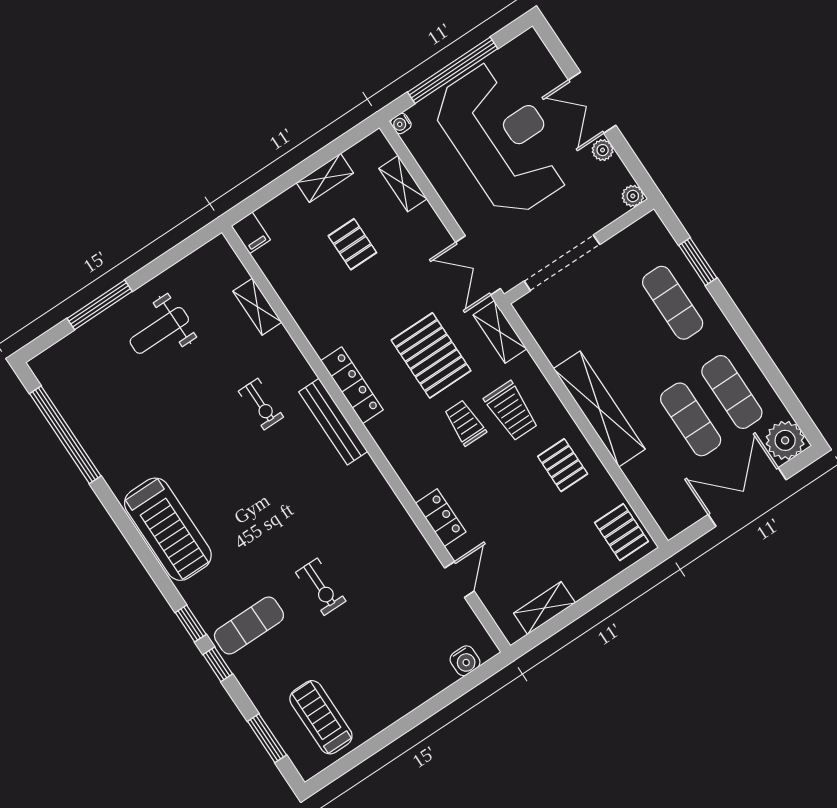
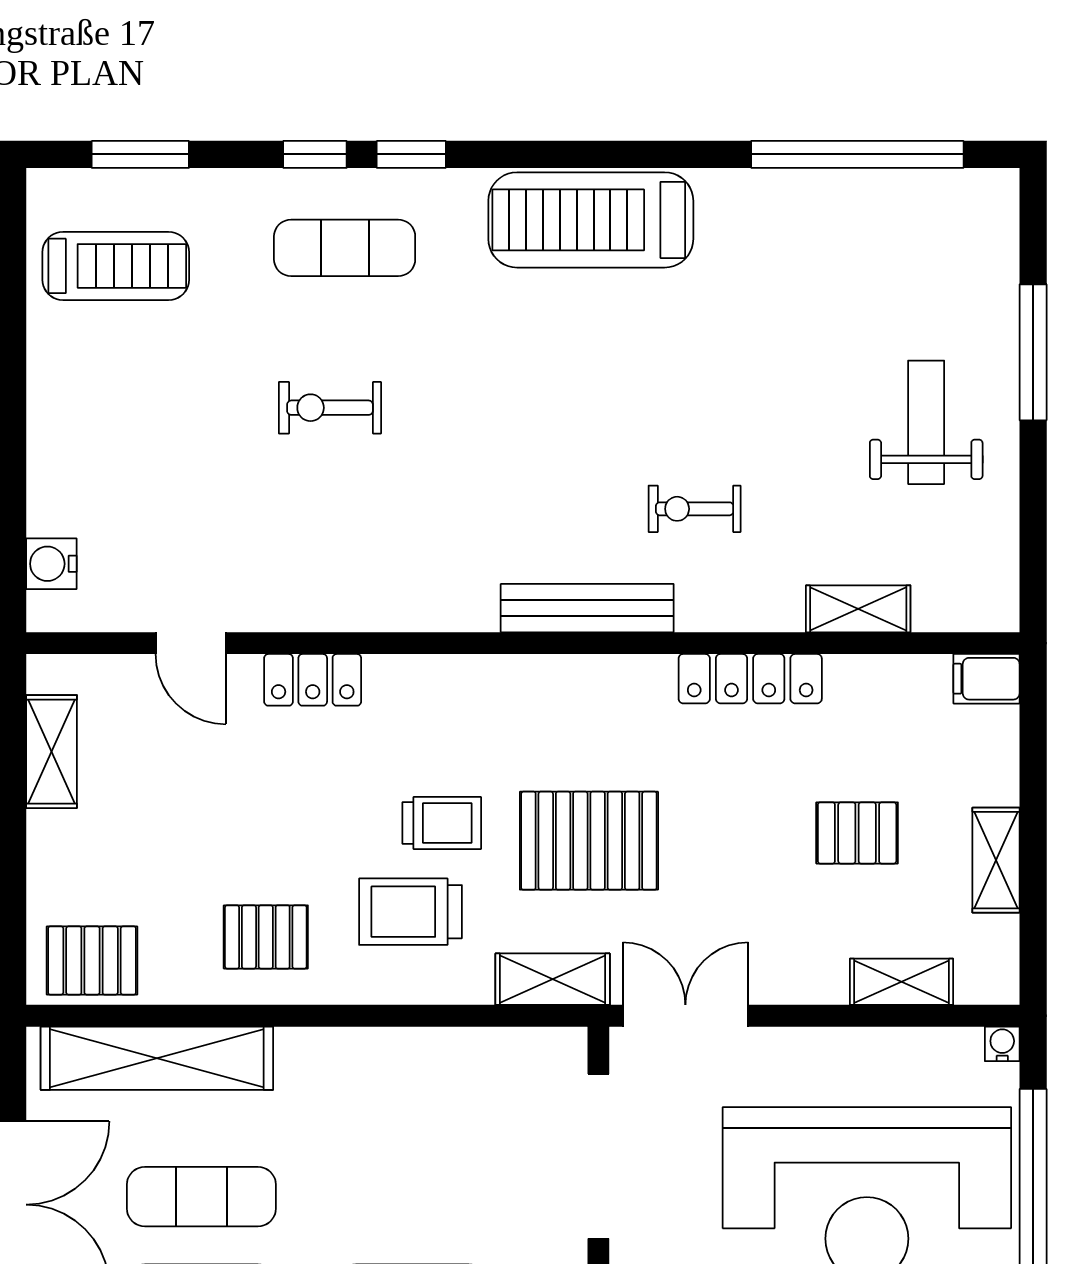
locker: (352, 385) -> (750, 679), moved
shelving: (599, 409) -> (157, 1058), moved
exercise mat: (249, 626) -> (345, 248), turned 90

